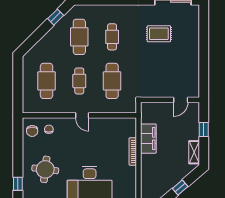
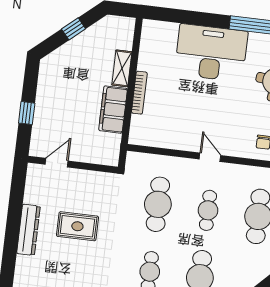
rug: (159, 34) -> (77, 226), moved
dresser: (194, 54) -> (28, 230), added
shelving: (194, 152) -> (122, 68), moved

